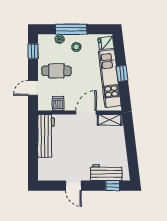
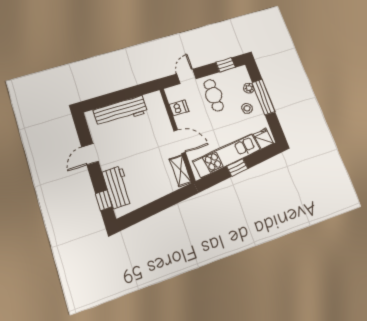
door: (33, 88) -> (186, 76), hinge flipped
workbench: (46, 136) -> (121, 111), moved

